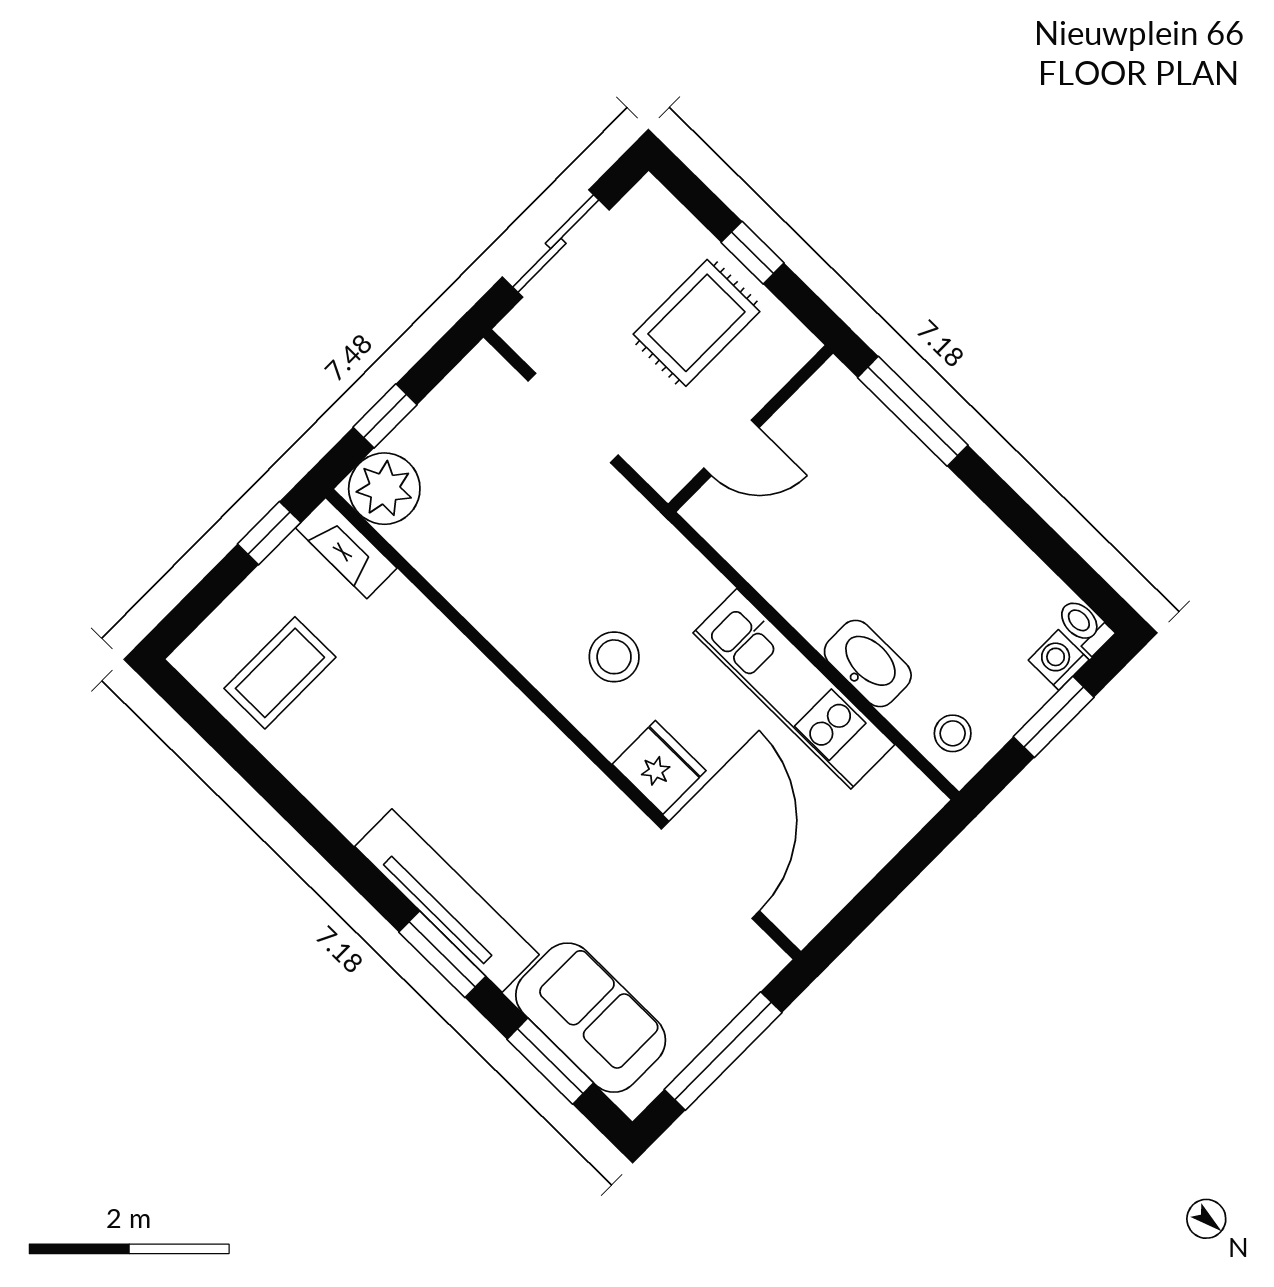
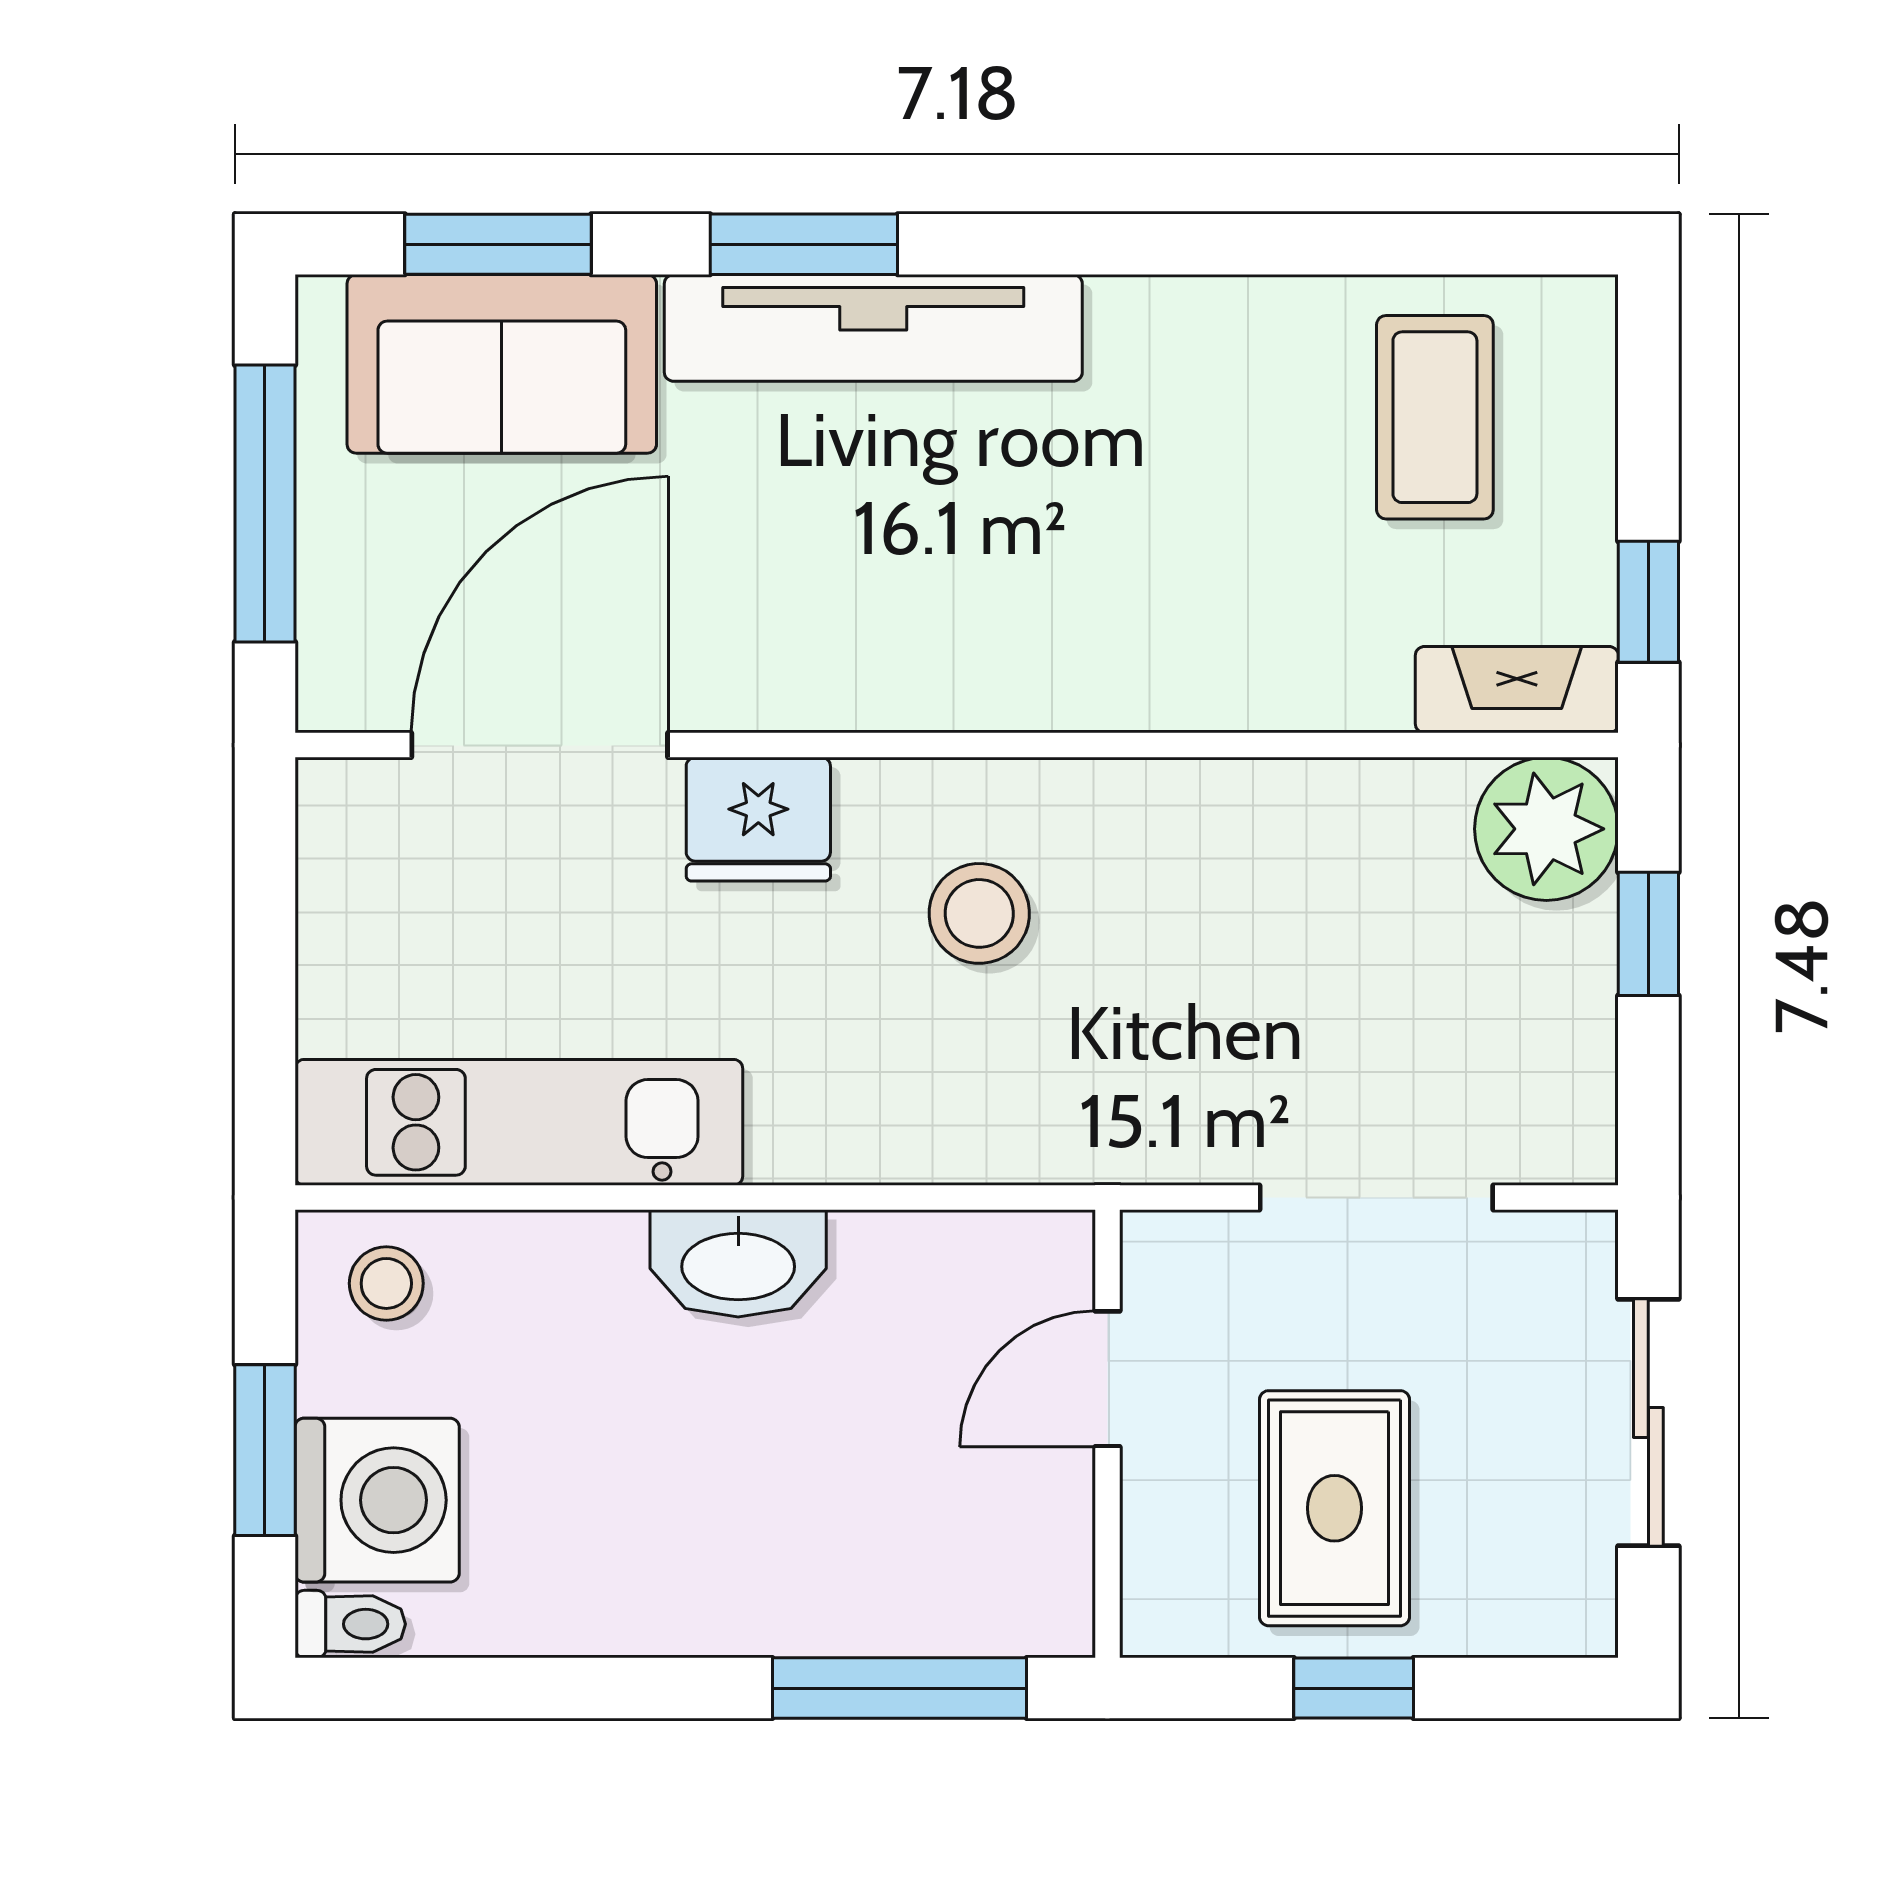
washing machine: (1059, 660) -> (377, 1500), width x1.89, depth x1.89
washbasin: (868, 663) -> (738, 1263), moved
kitchen unit: (794, 689) -> (519, 1122), moved
door: (710, 870) -> (540, 745), swing flipped

